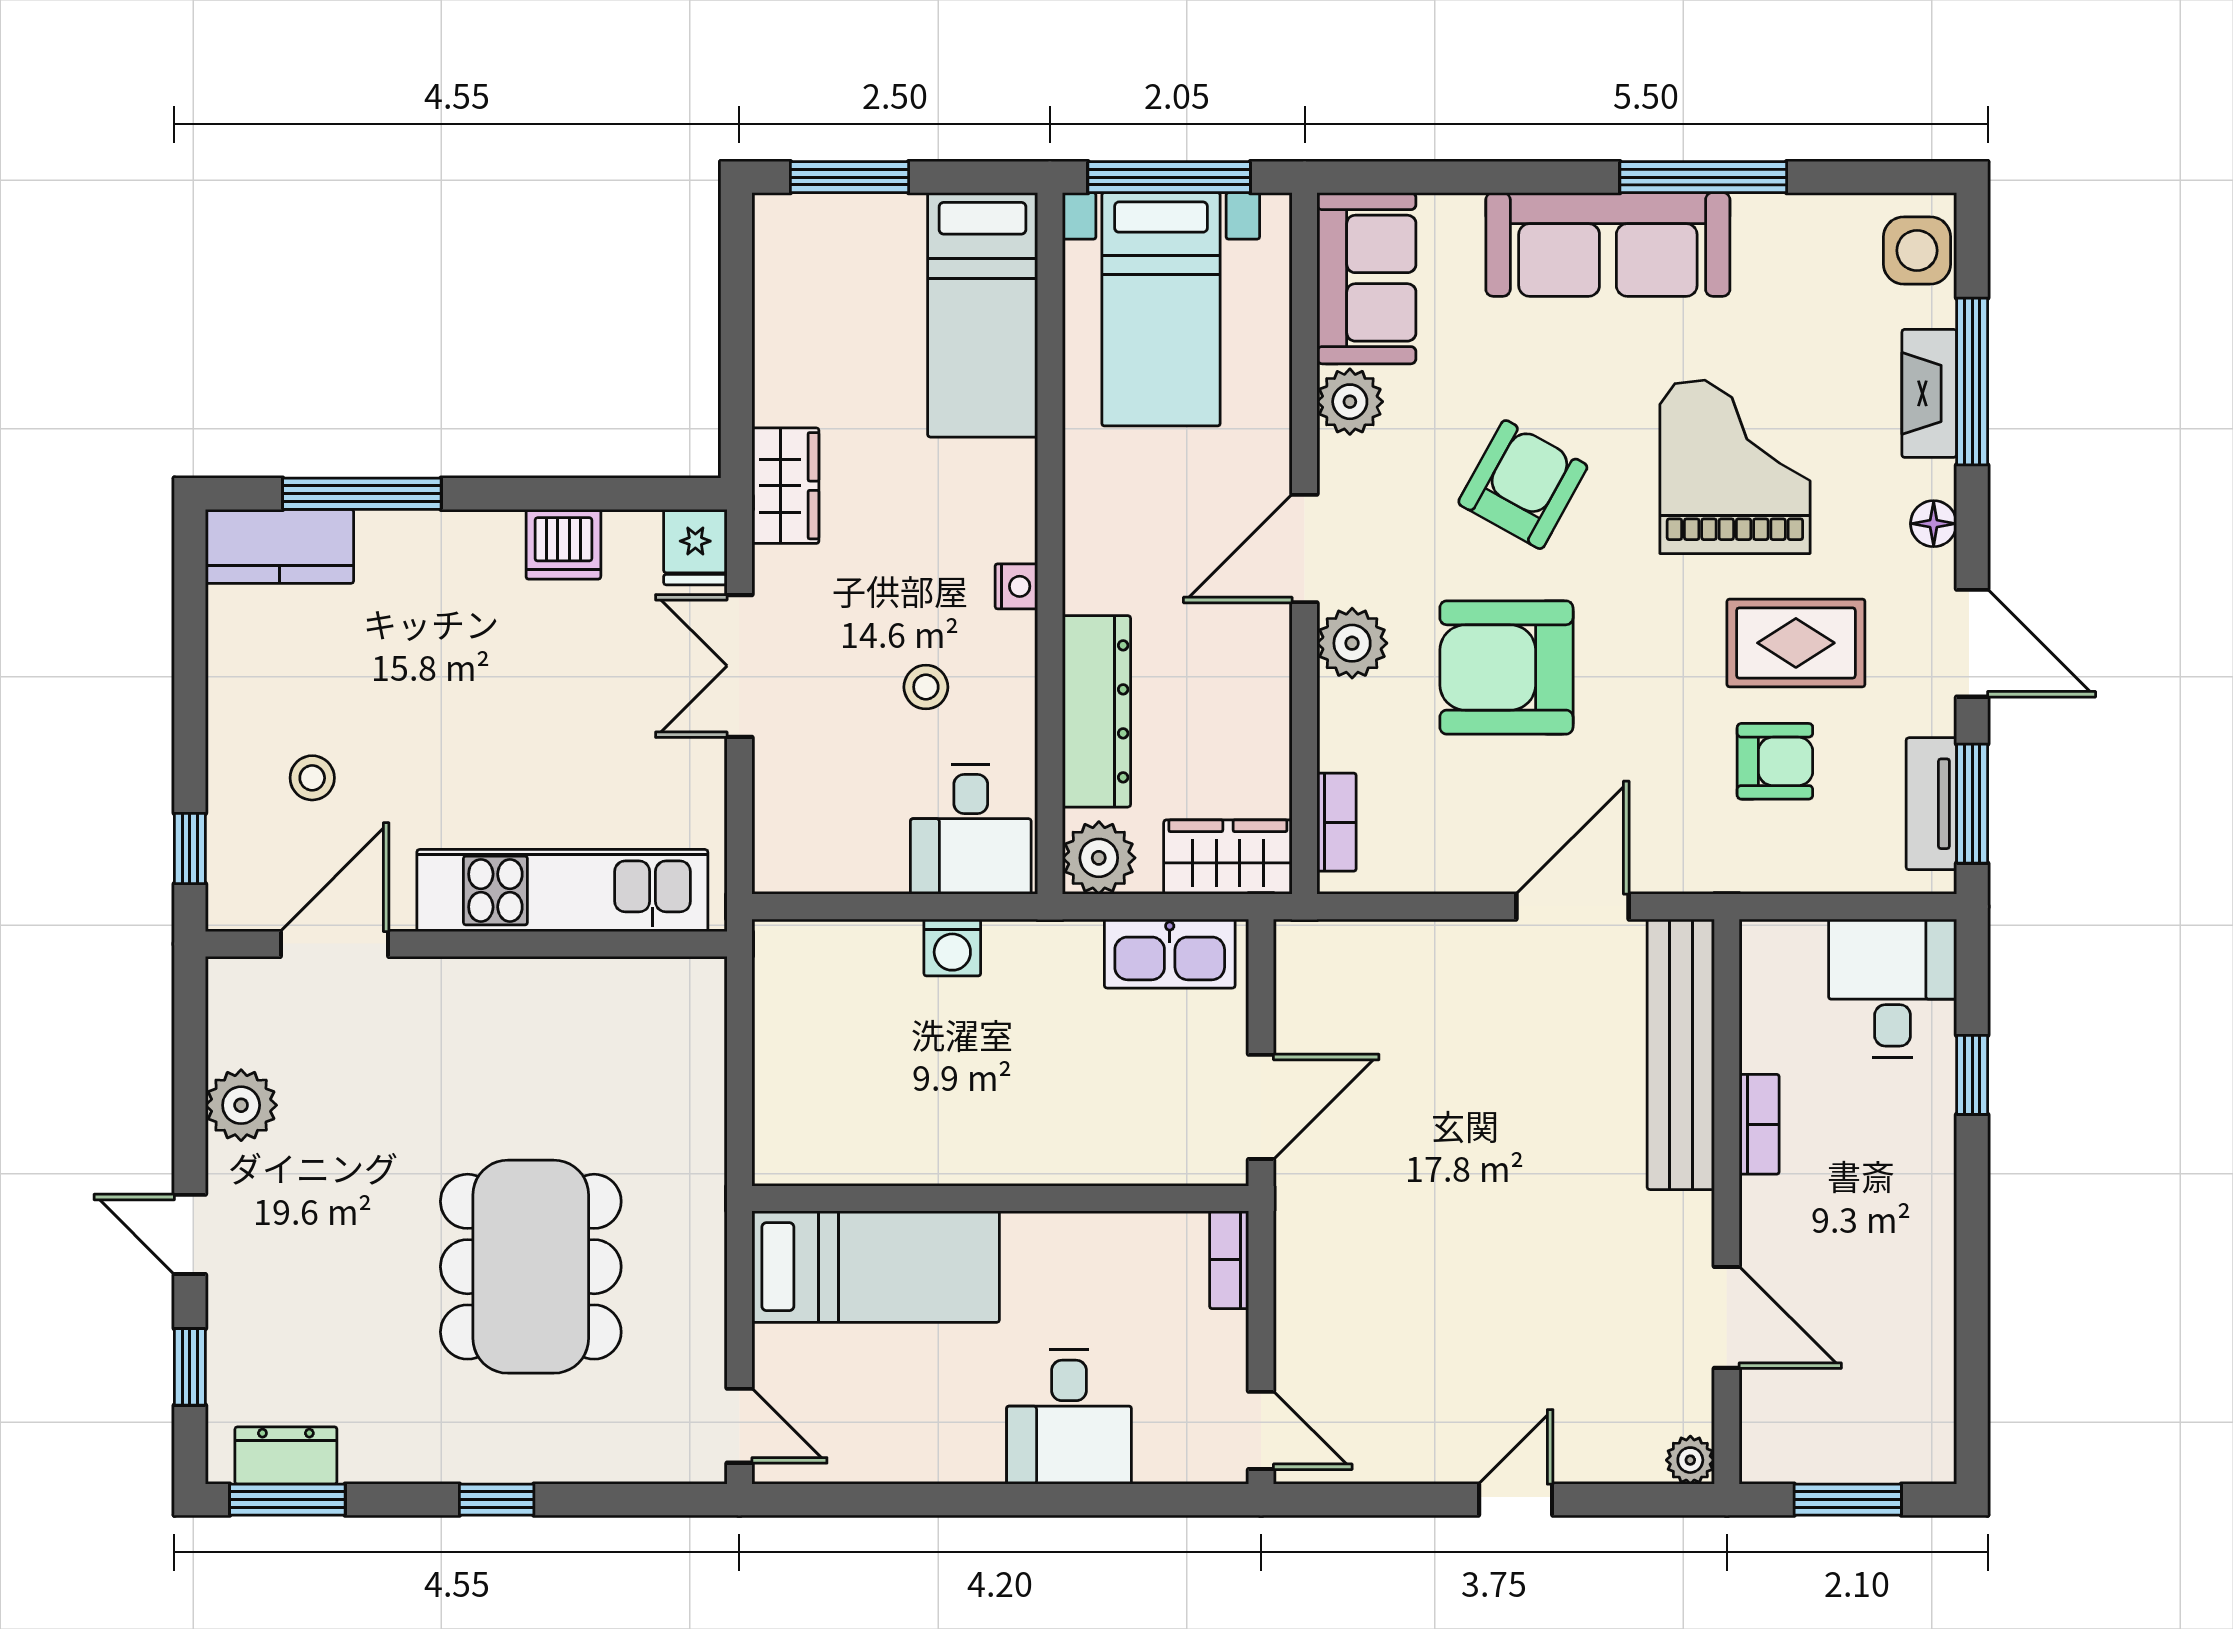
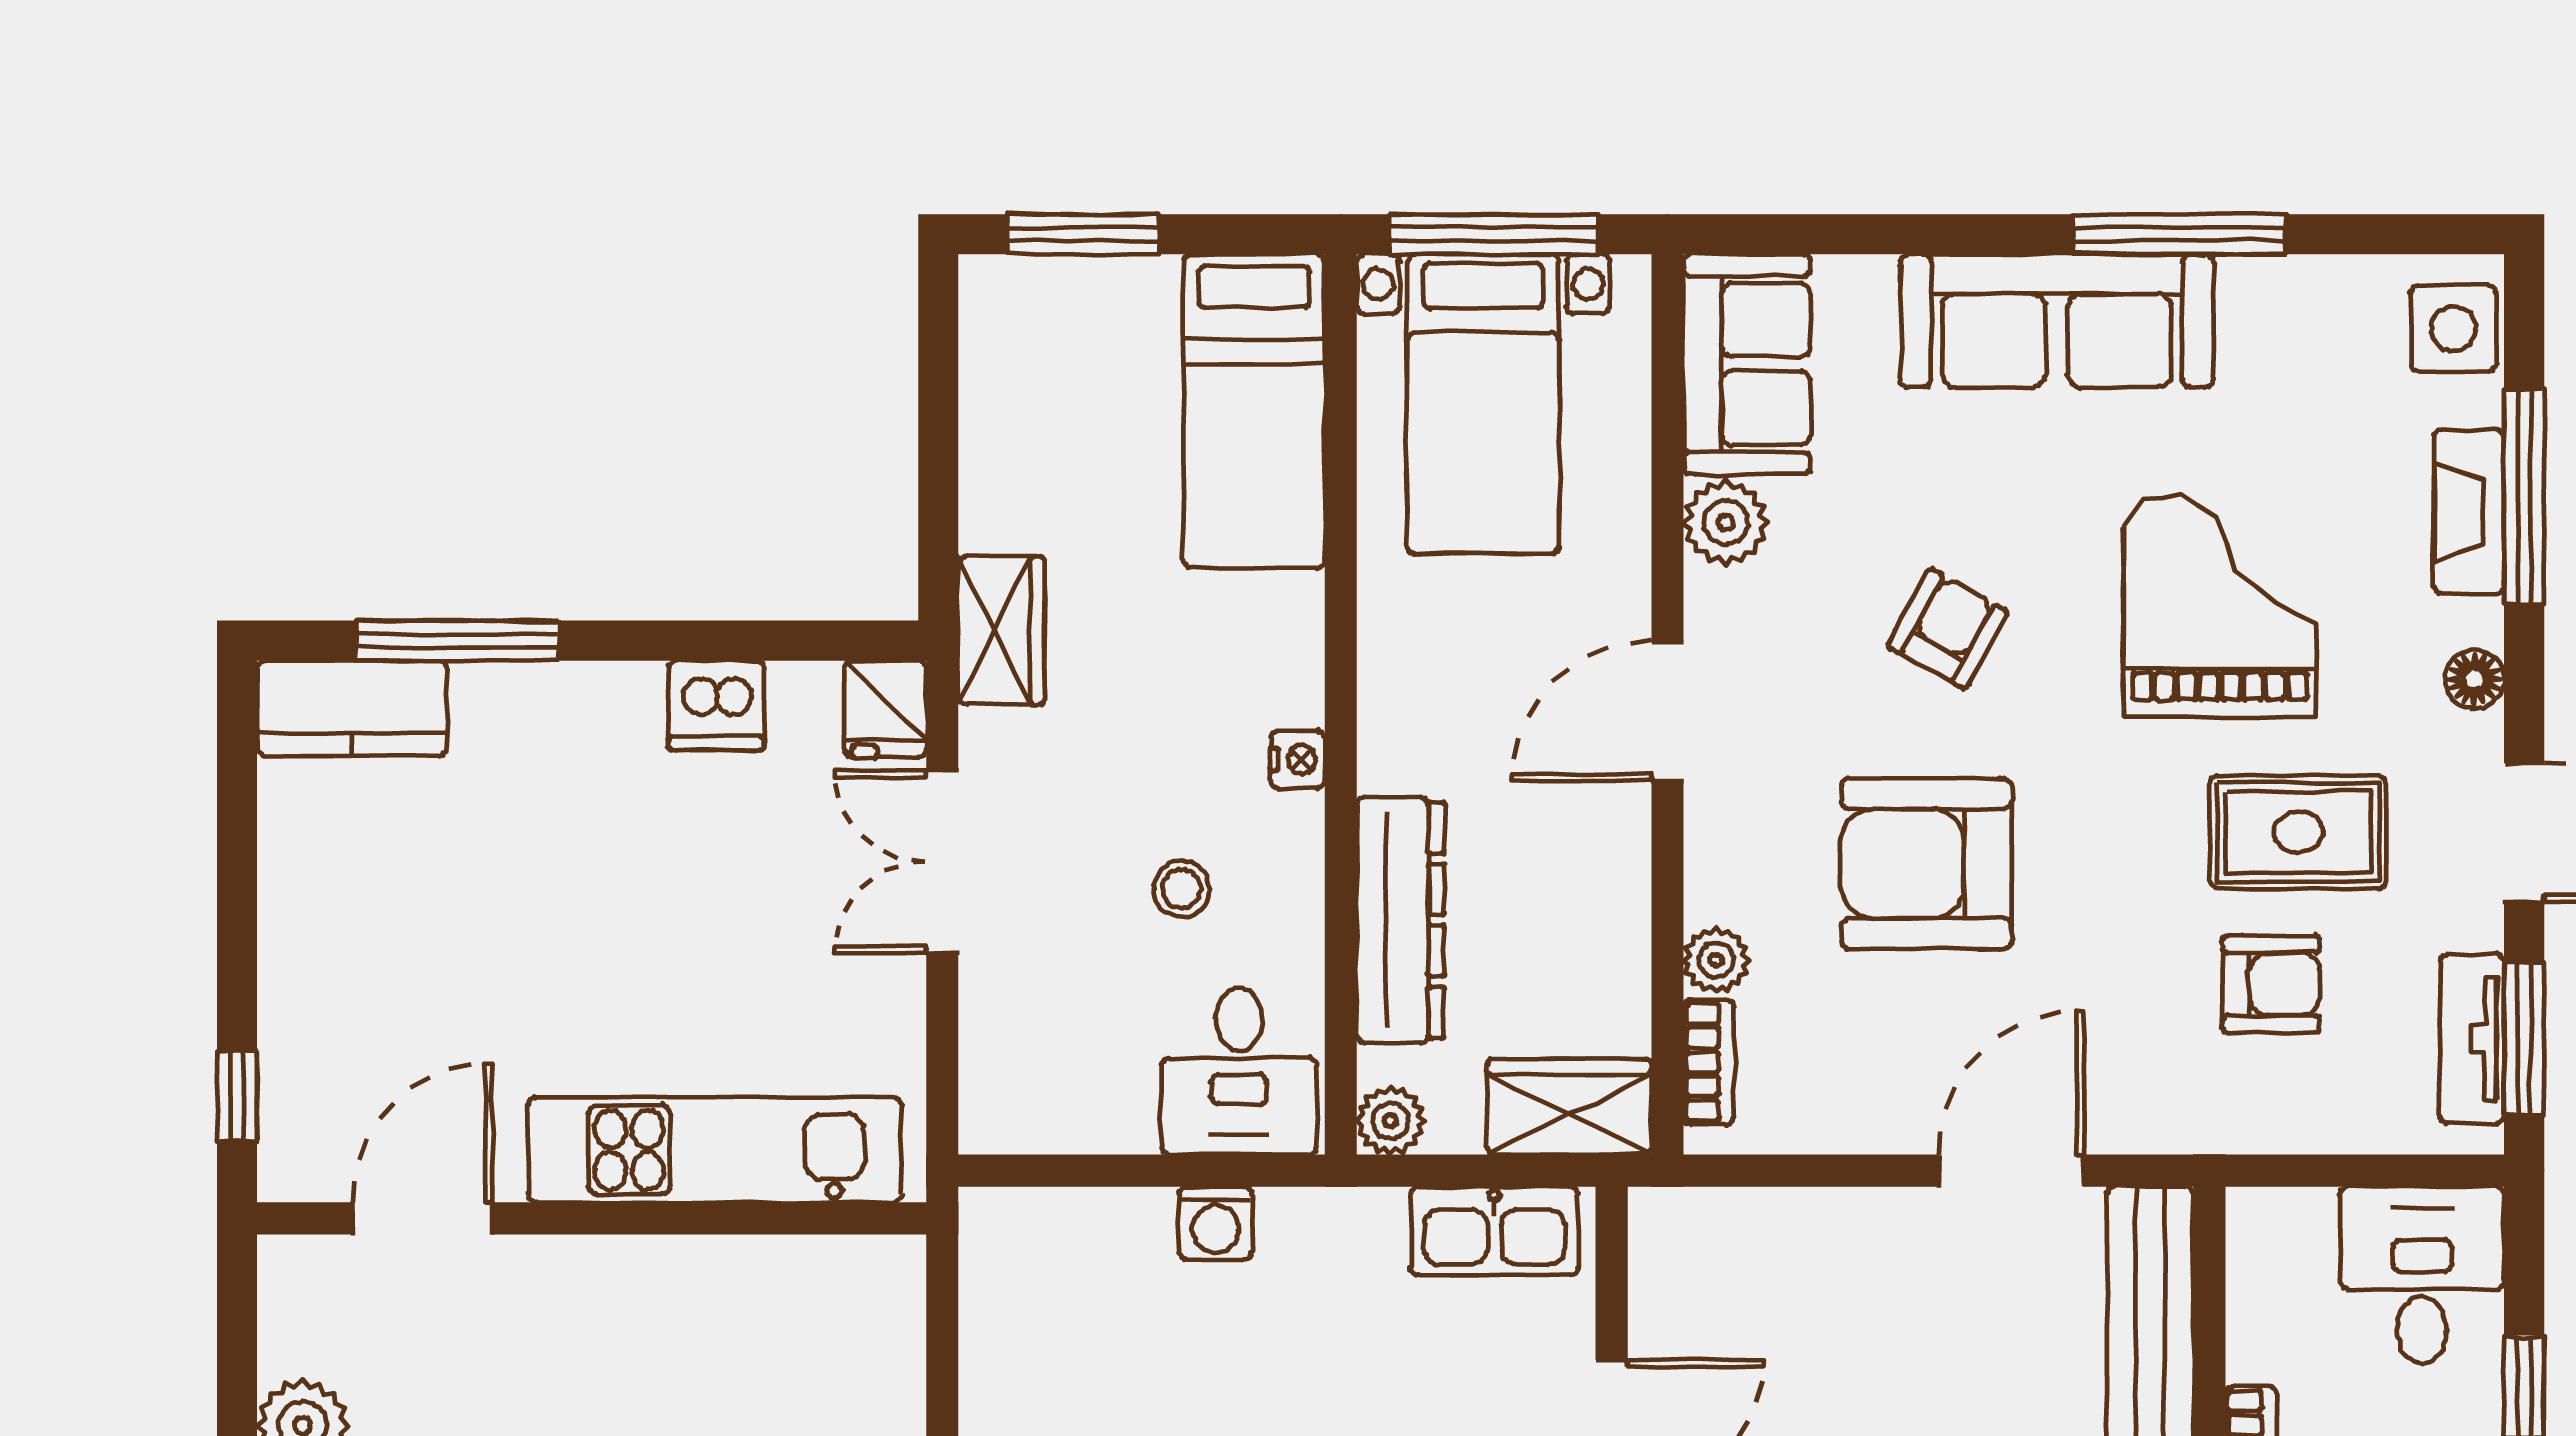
armchair: (1523, 485) -> (1948, 629), width x0.72, depth x0.72
plant: (1352, 643) -> (1716, 960), moved, width x0.73, depth x0.73
stool: (312, 778) -> (394, 1005), removed
plant: (1099, 858) -> (1391, 1121), width x0.73, depth x0.73

